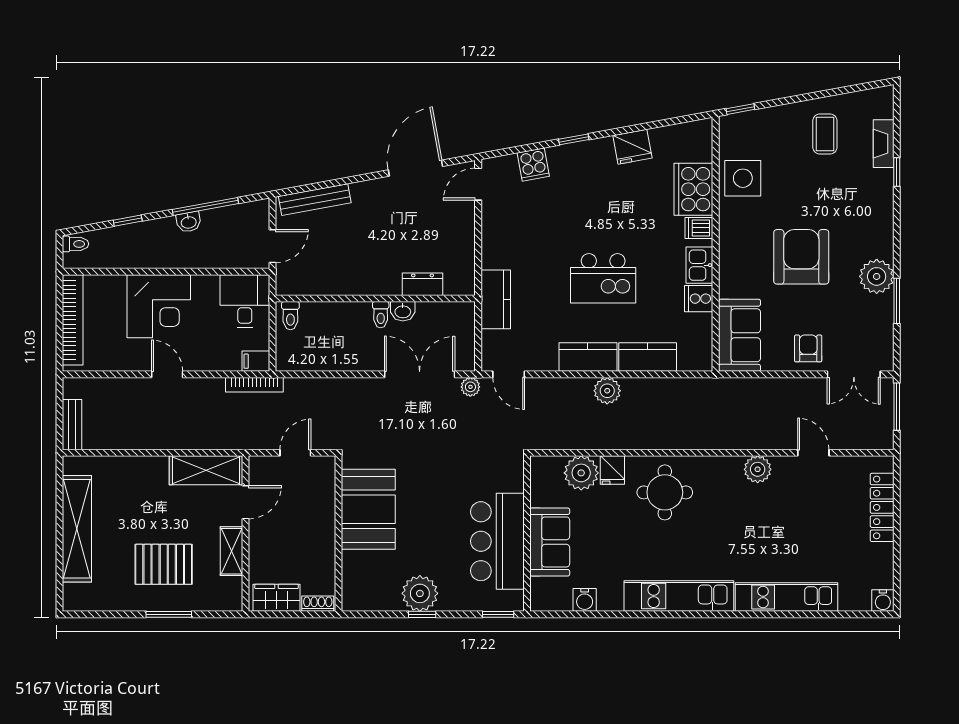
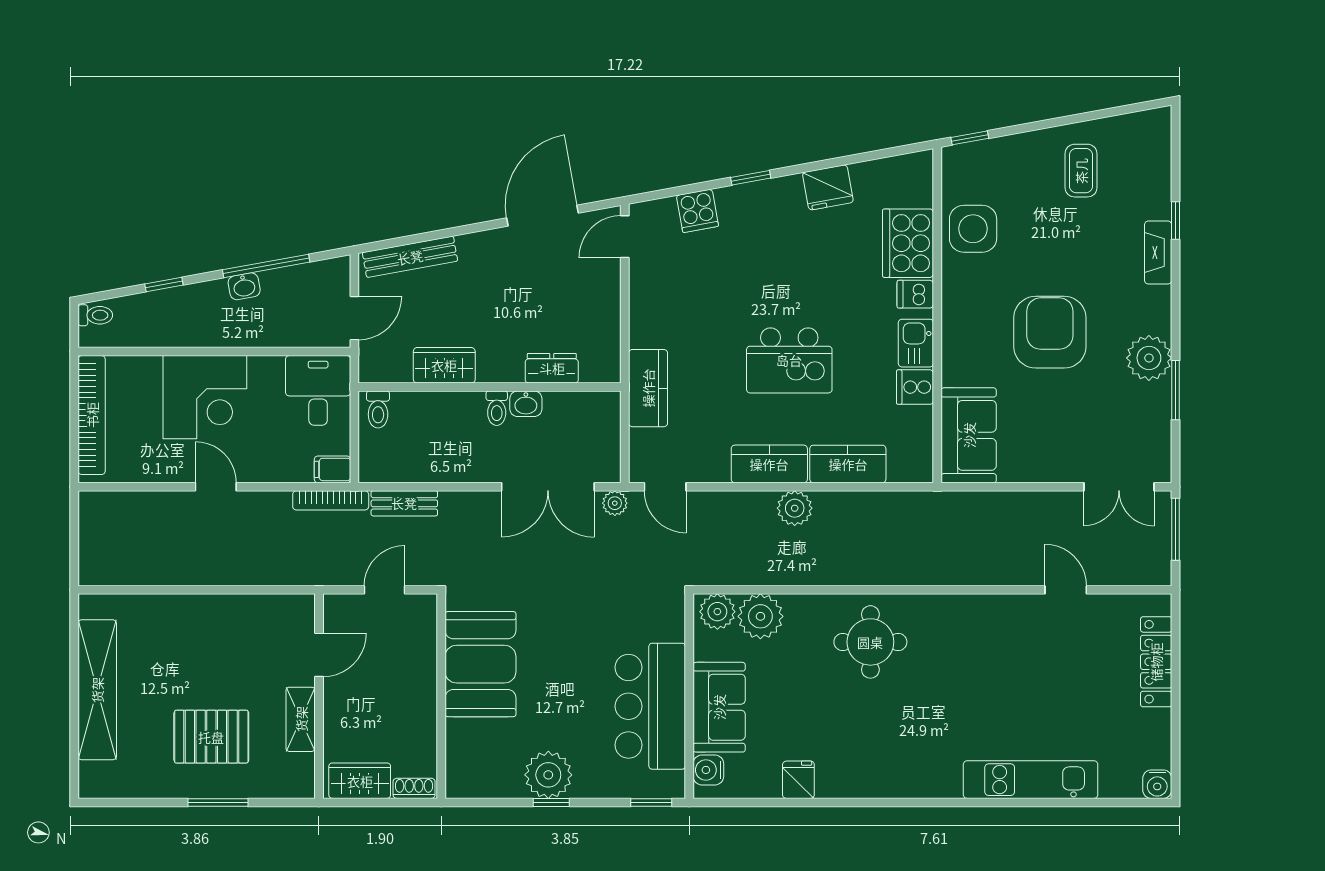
fireplace: (884, 144) -> (1158, 253), moved
wardrobe: (341, 282) -> (444, 365), added
armchair: (808, 348) -> (1059, 453), removed
double door: (420, 374) -> (548, 487), swing flipped
bench: (72, 425) -> (404, 503), moved, turned 90
plant: (758, 469) -> (717, 612), moved
shelving: (206, 470) -> (267, 613), removed
fridge: (612, 470) -> (798, 780), moved, turned 180
kitchen unit: (679, 596) -> (889, 778), removed
water cooler: (585, 600) -> (708, 770), moved, turned 90

